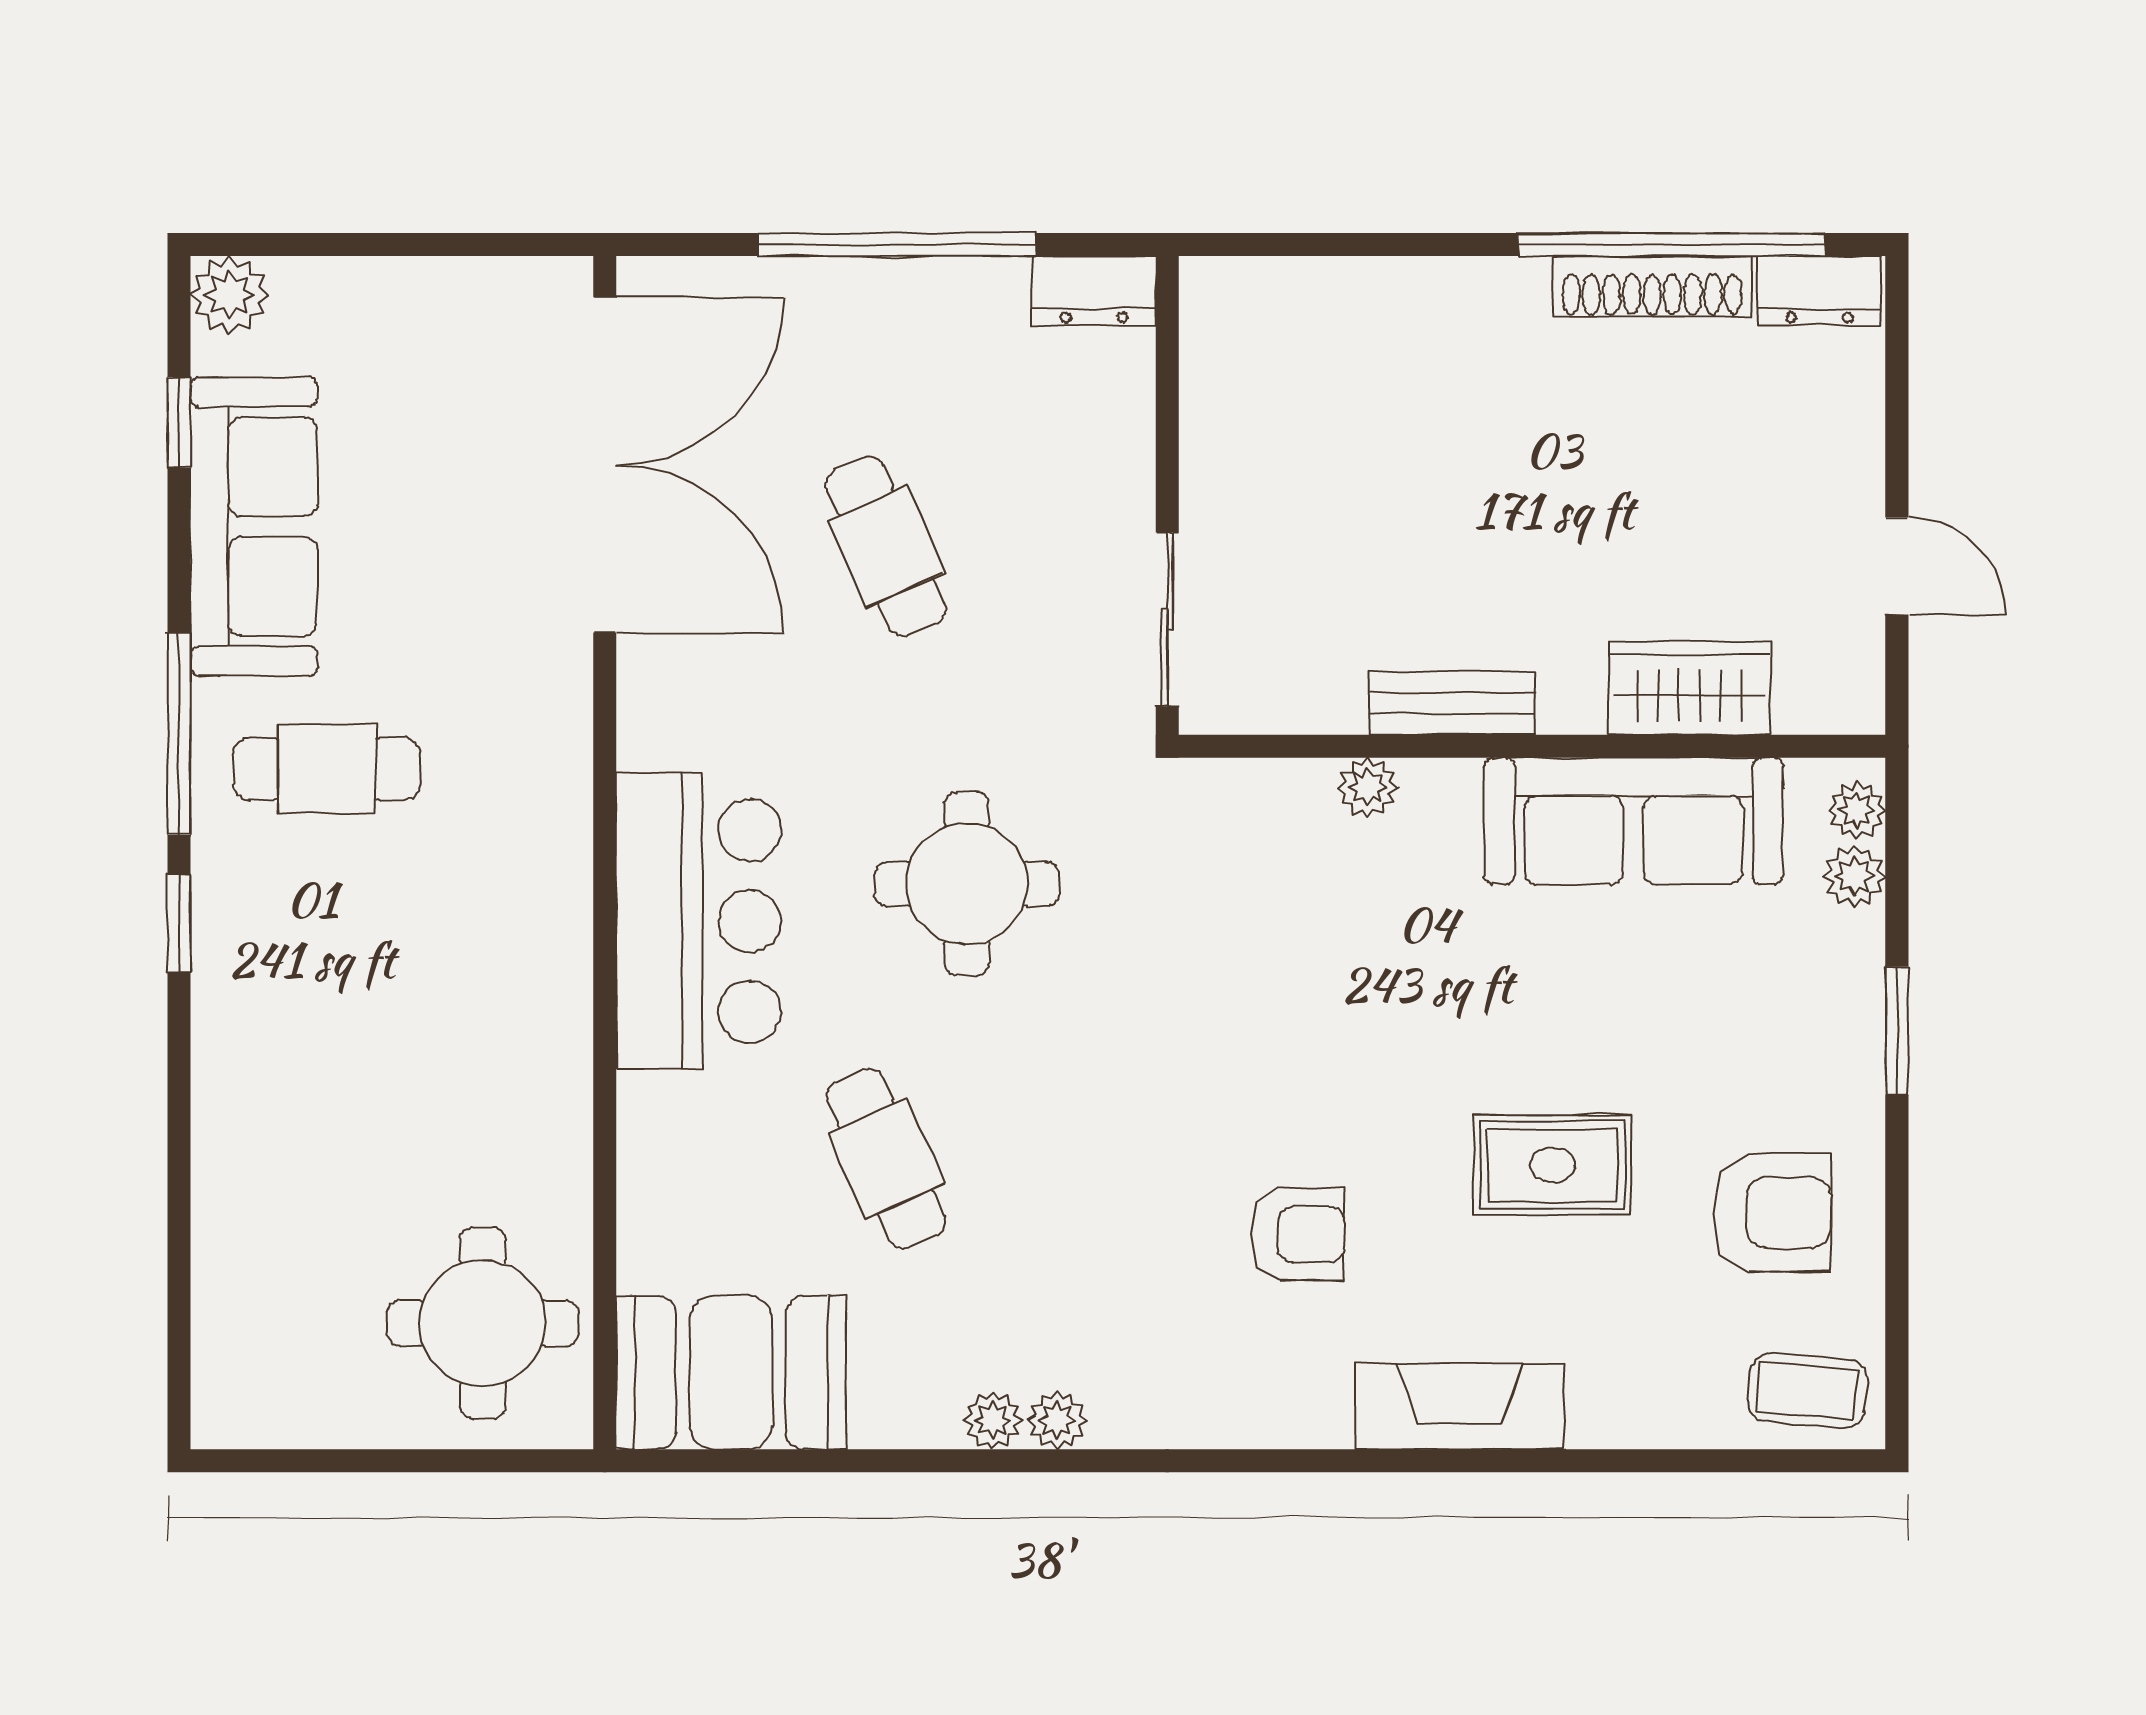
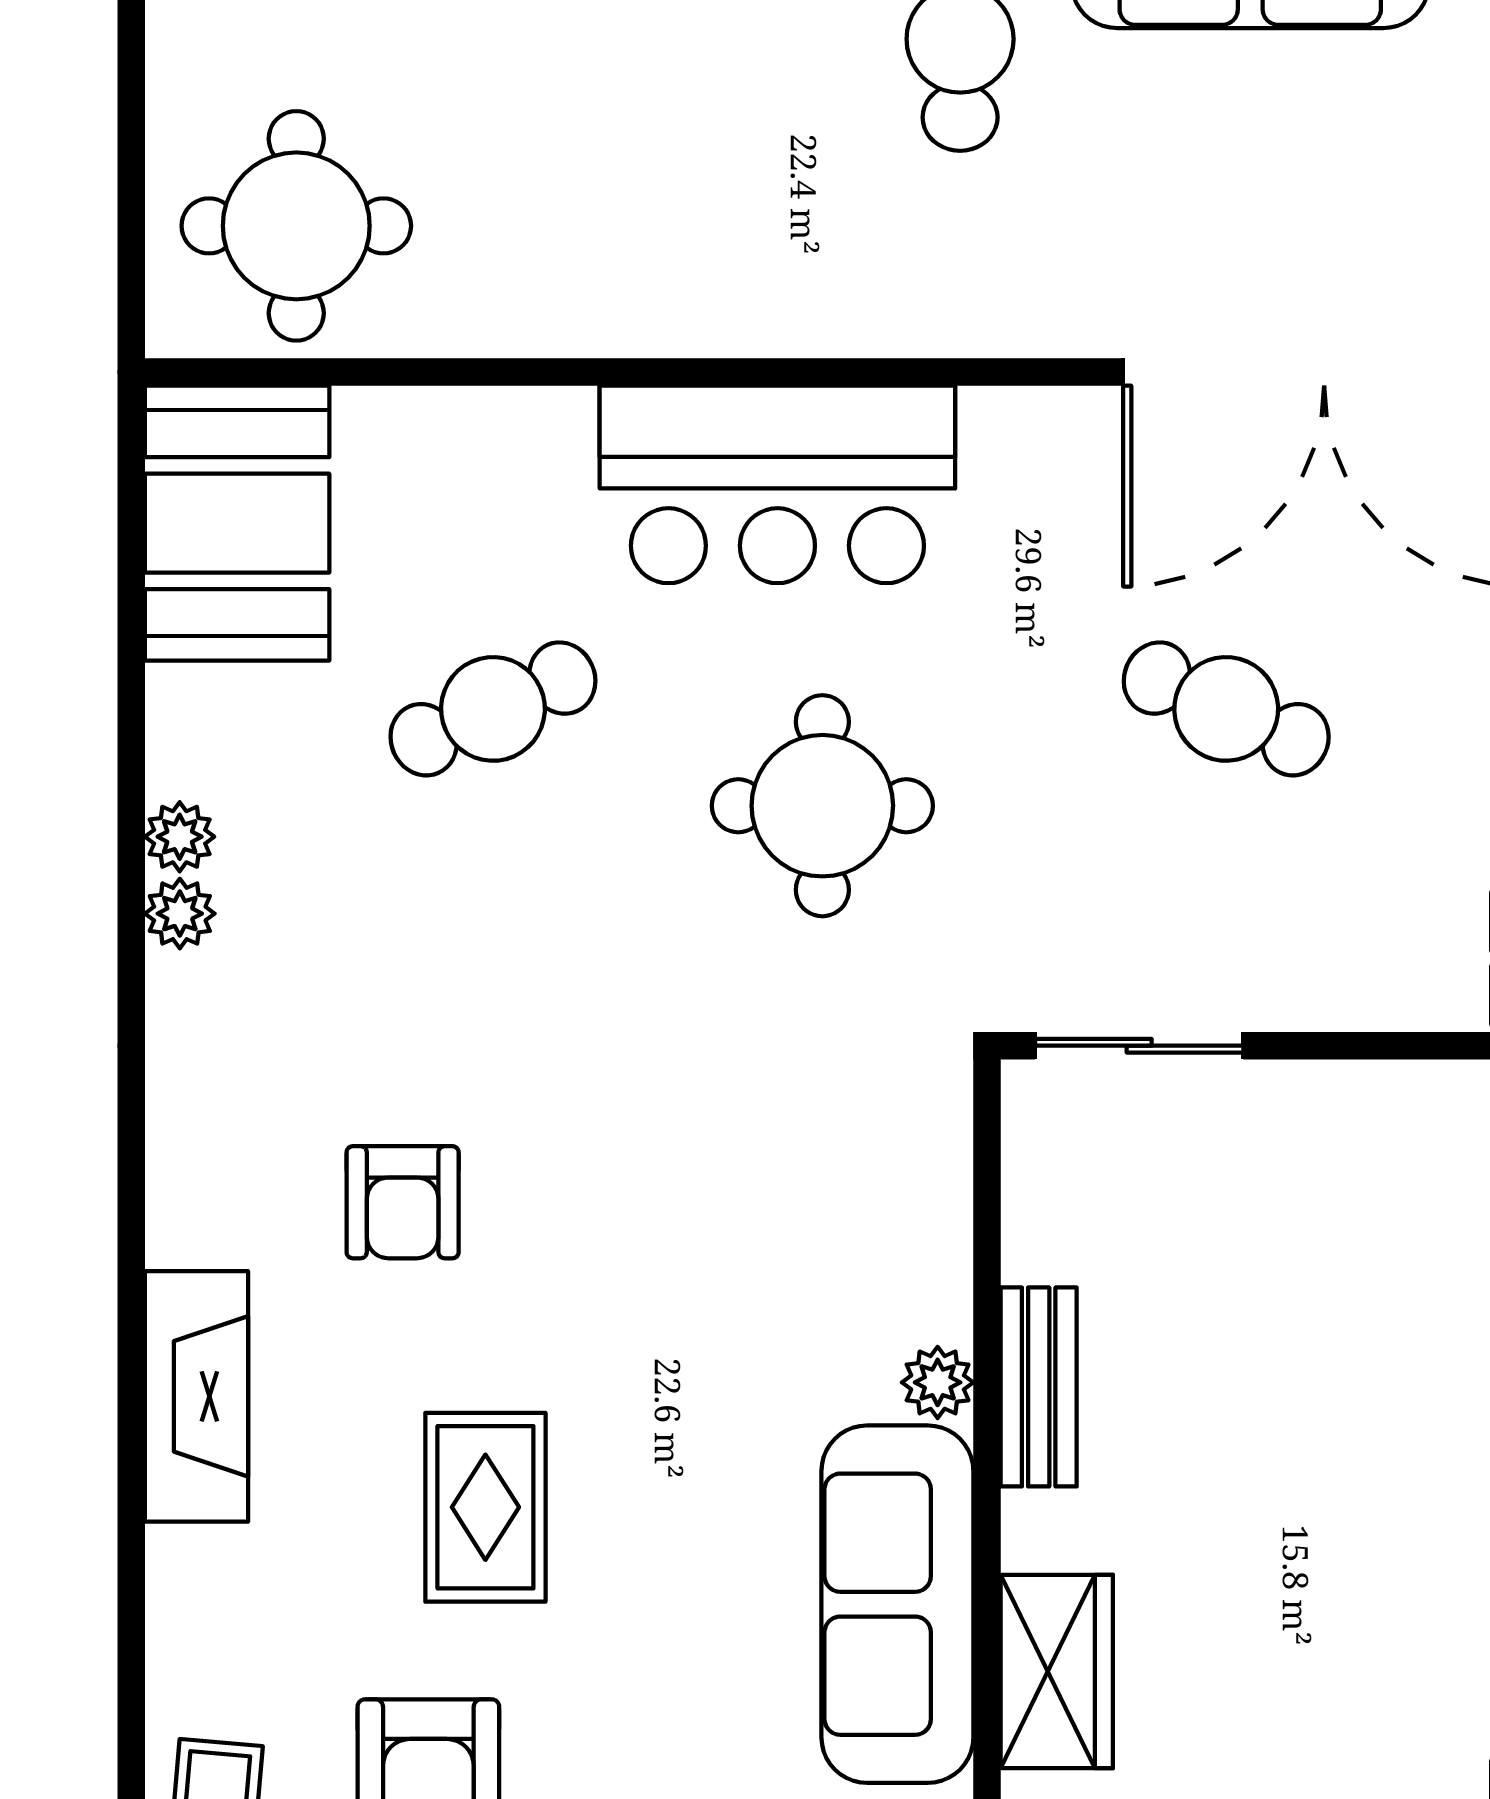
cafe table: (886, 547) -> (1226, 709), turned 48
plant: (1368, 788) -> (938, 1382), moved

